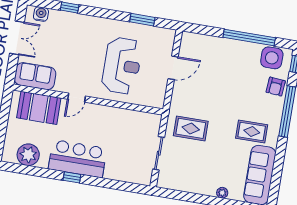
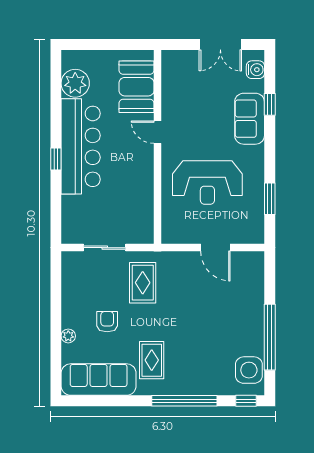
sofa: (35, 76) -> (250, 119), moved, turned 180
armchair: (276, 87) -> (107, 322), moved, turned 85
bar counter: (78, 159) -> (81, 146), width x1.36
window: (72, 177) -> (56, 159), moved

